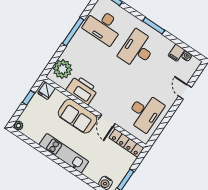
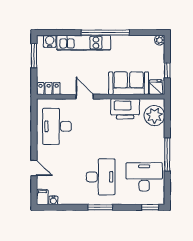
filing cabinet: (176, 53) -> (42, 197), moved
sofa: (78, 116) -> (129, 83), moved
locker: (126, 143) -> (49, 89), width x0.66
kitchen unit: (64, 153) -> (84, 43), moved
window: (57, 160) -> (105, 33), added

